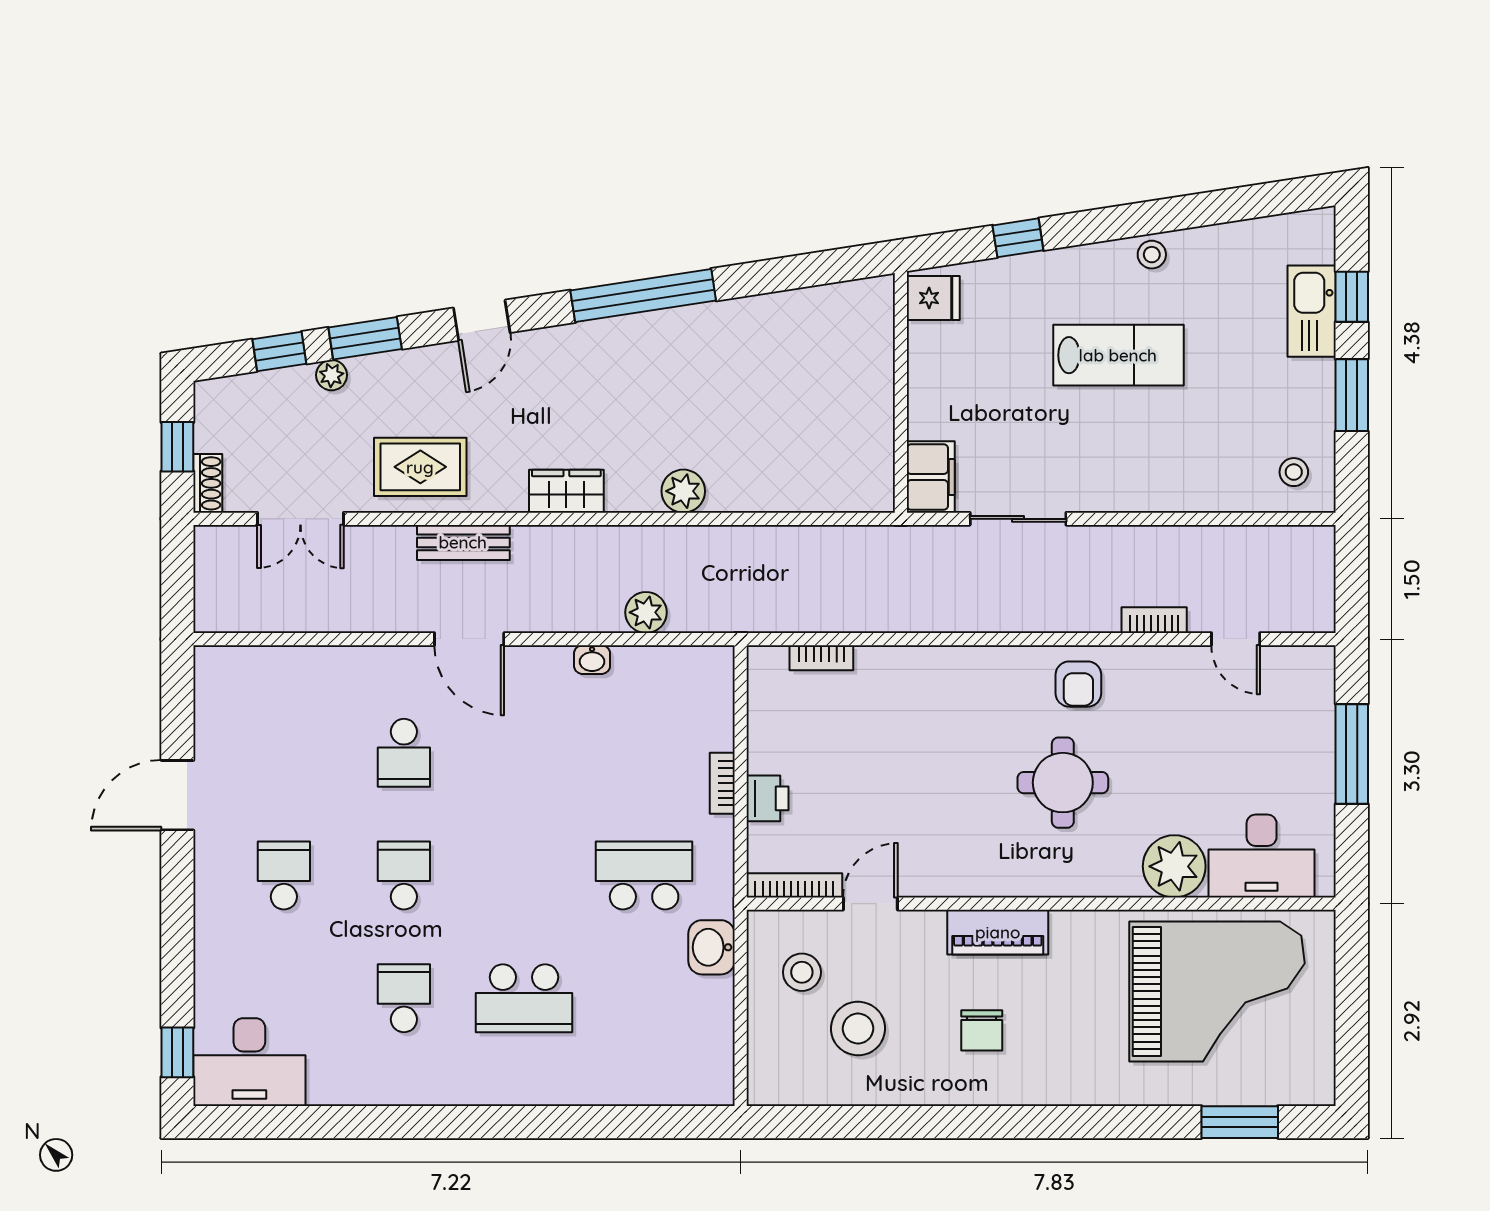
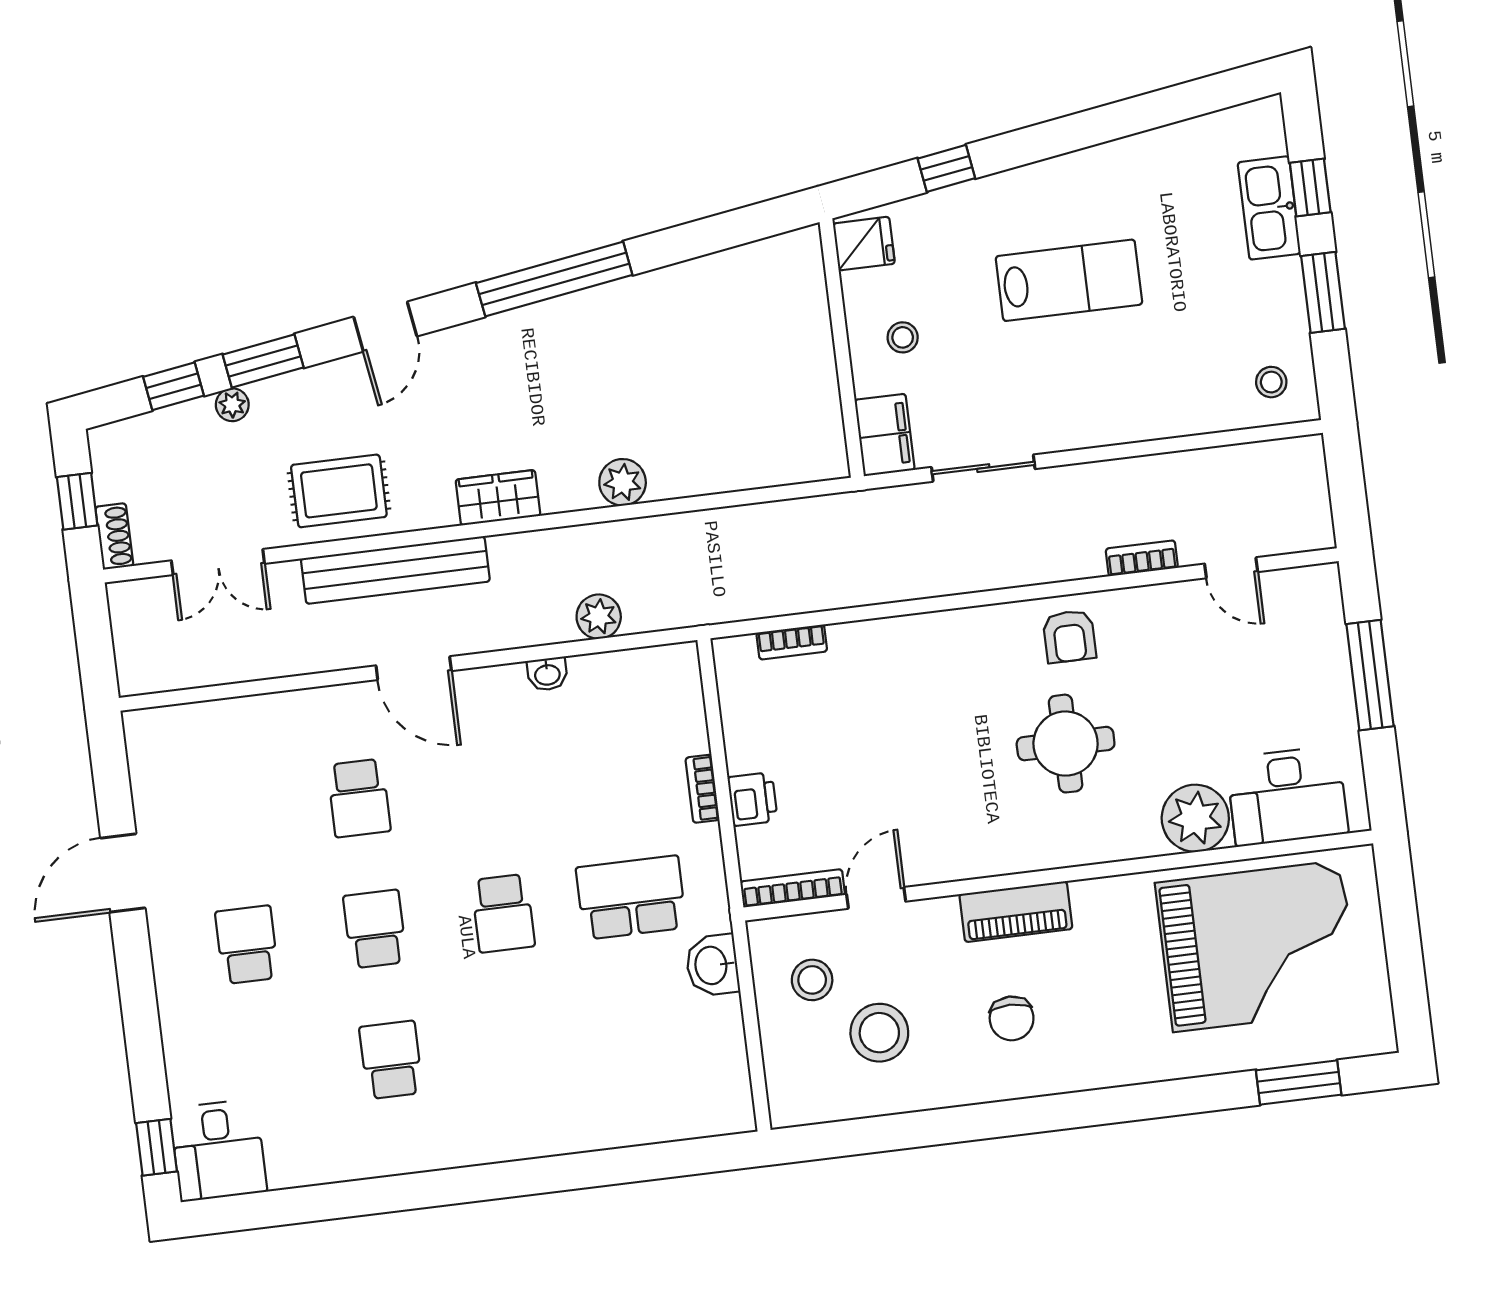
stool: (1152, 255) -> (903, 337), moved
bench: (463, 542) -> (395, 570), width x1.86, depth x1.21
school desk: (524, 998) -> (503, 913), moved, width x0.54
desk: (249, 1062) -> (218, 1150), width x0.73

